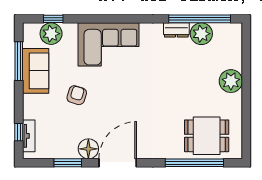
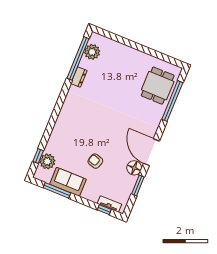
plant: (201, 34) -> (92, 52), moved
corner sofa: (108, 44) -> (70, 126), removed
plant: (231, 81) -> (128, 55), removed

